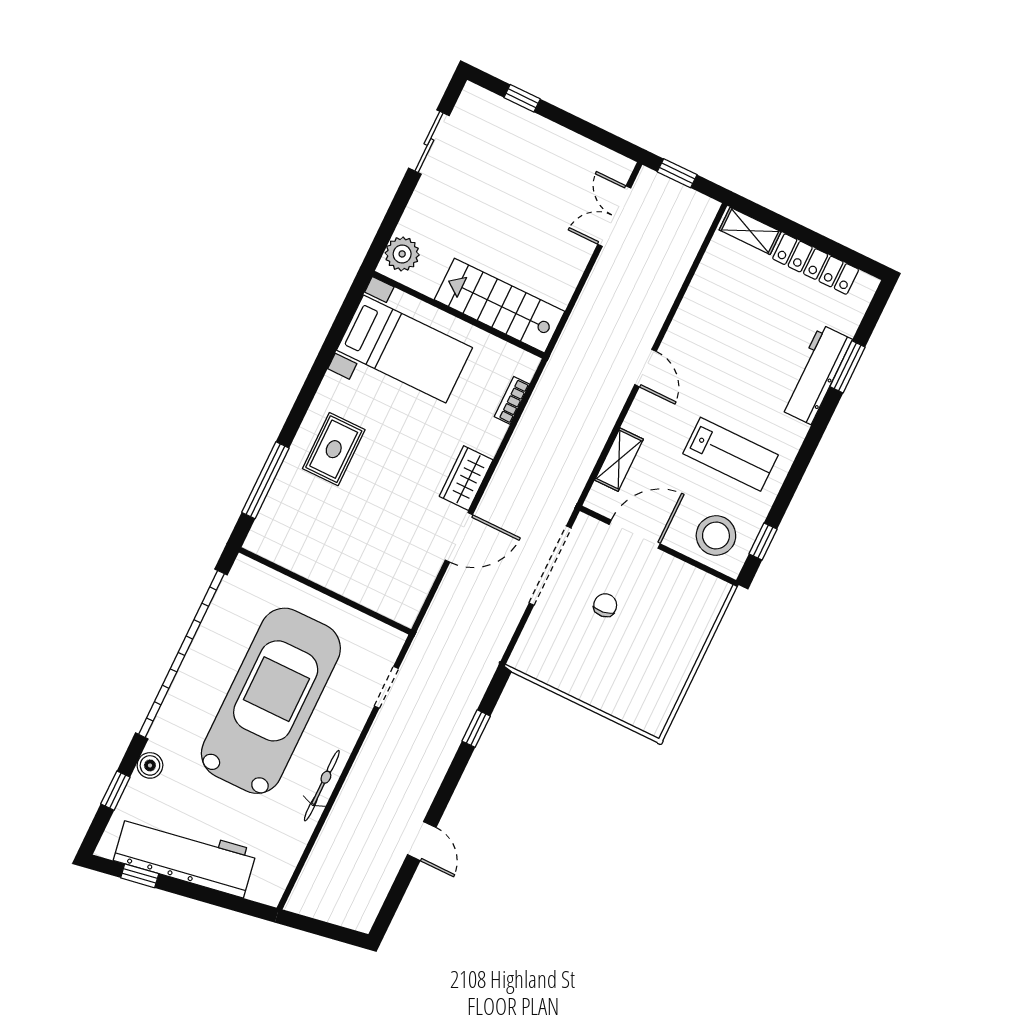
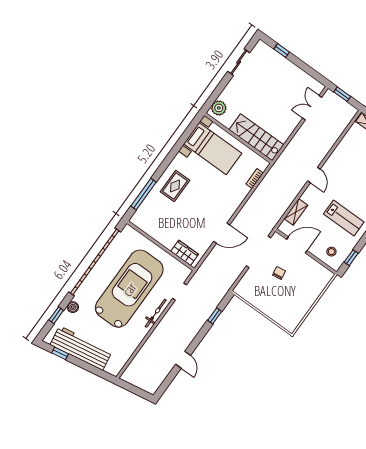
wardrobe: (466, 478) -> (185, 253), moved, turned 90
stool: (716, 536) -> (331, 252), width x0.53, depth x0.53
bicycle: (322, 786) -> (156, 313), moved

